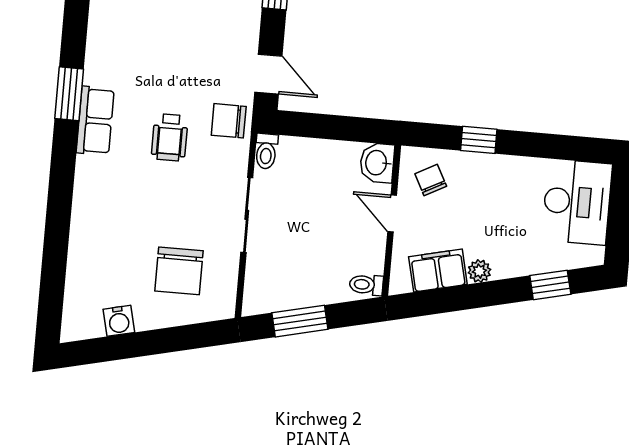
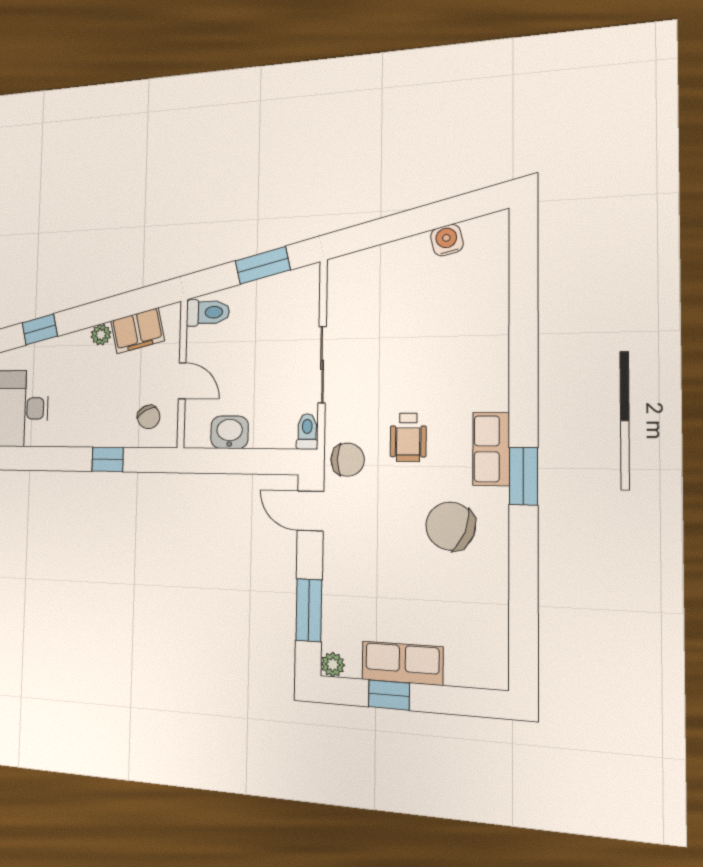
wheelchair: (170, 137) -> (408, 437), turned 180
washbasin: (377, 163) -> (230, 432), moved, turned -90
chair: (179, 271) -> (451, 526), moved, turned -69
toilet: (366, 285) -> (208, 312), width x1.37, depth x1.39

